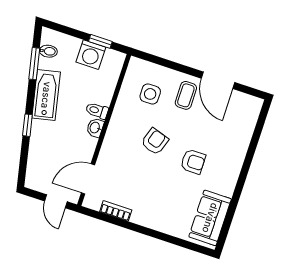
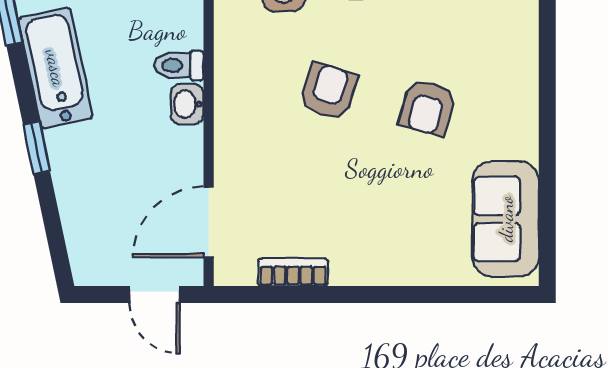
armchair: (193, 162) -> (427, 108), turned 105

